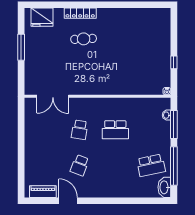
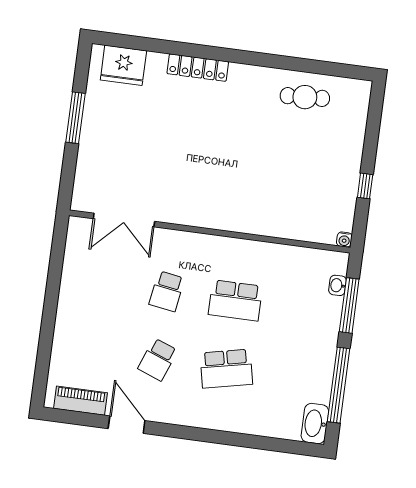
cafe table: (84, 39) -> (305, 97), moved
school desk: (151, 165) -> (226, 369), moved

